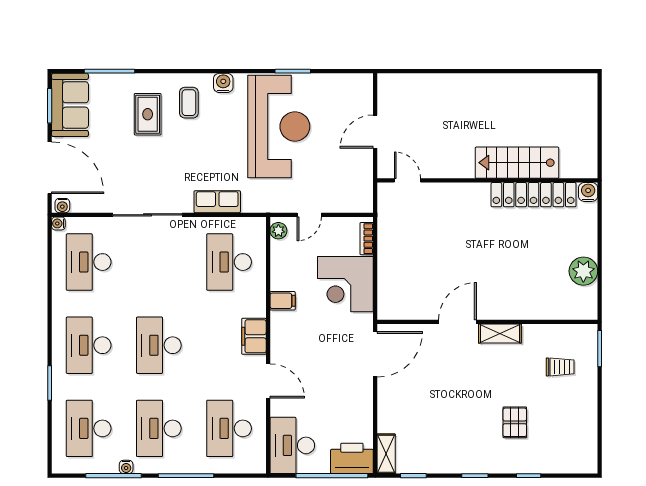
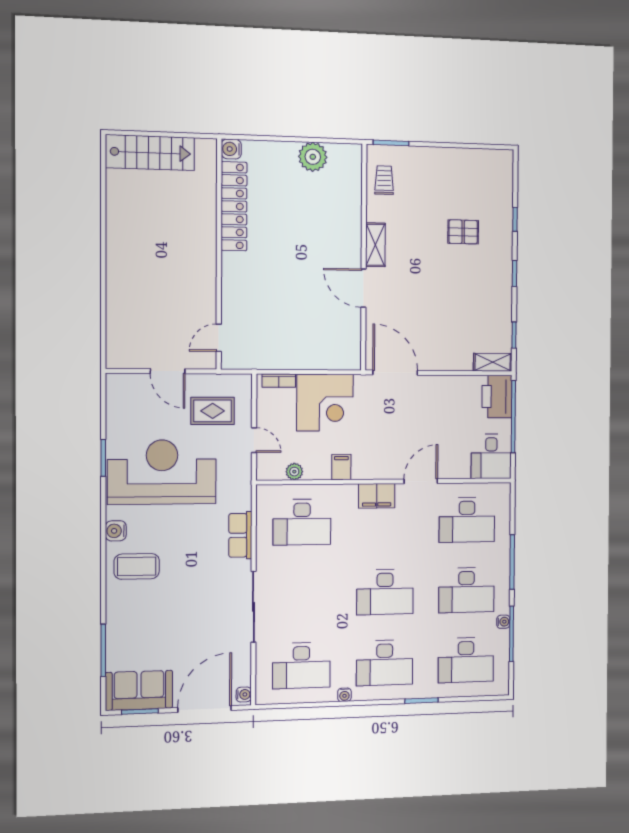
coffee table: (189, 103) -> (137, 566), width x1.36, depth x1.30
rug: (148, 114) -> (213, 411), moved
stairs: (517, 163) -> (150, 153), moved, turned -90
water cooler: (58, 223) -> (344, 695), moved
plant: (278, 231) -> (294, 472), moved
trolley: (560, 367) -> (384, 180), moved
desk: (292, 445) -> (491, 456), width x0.73

